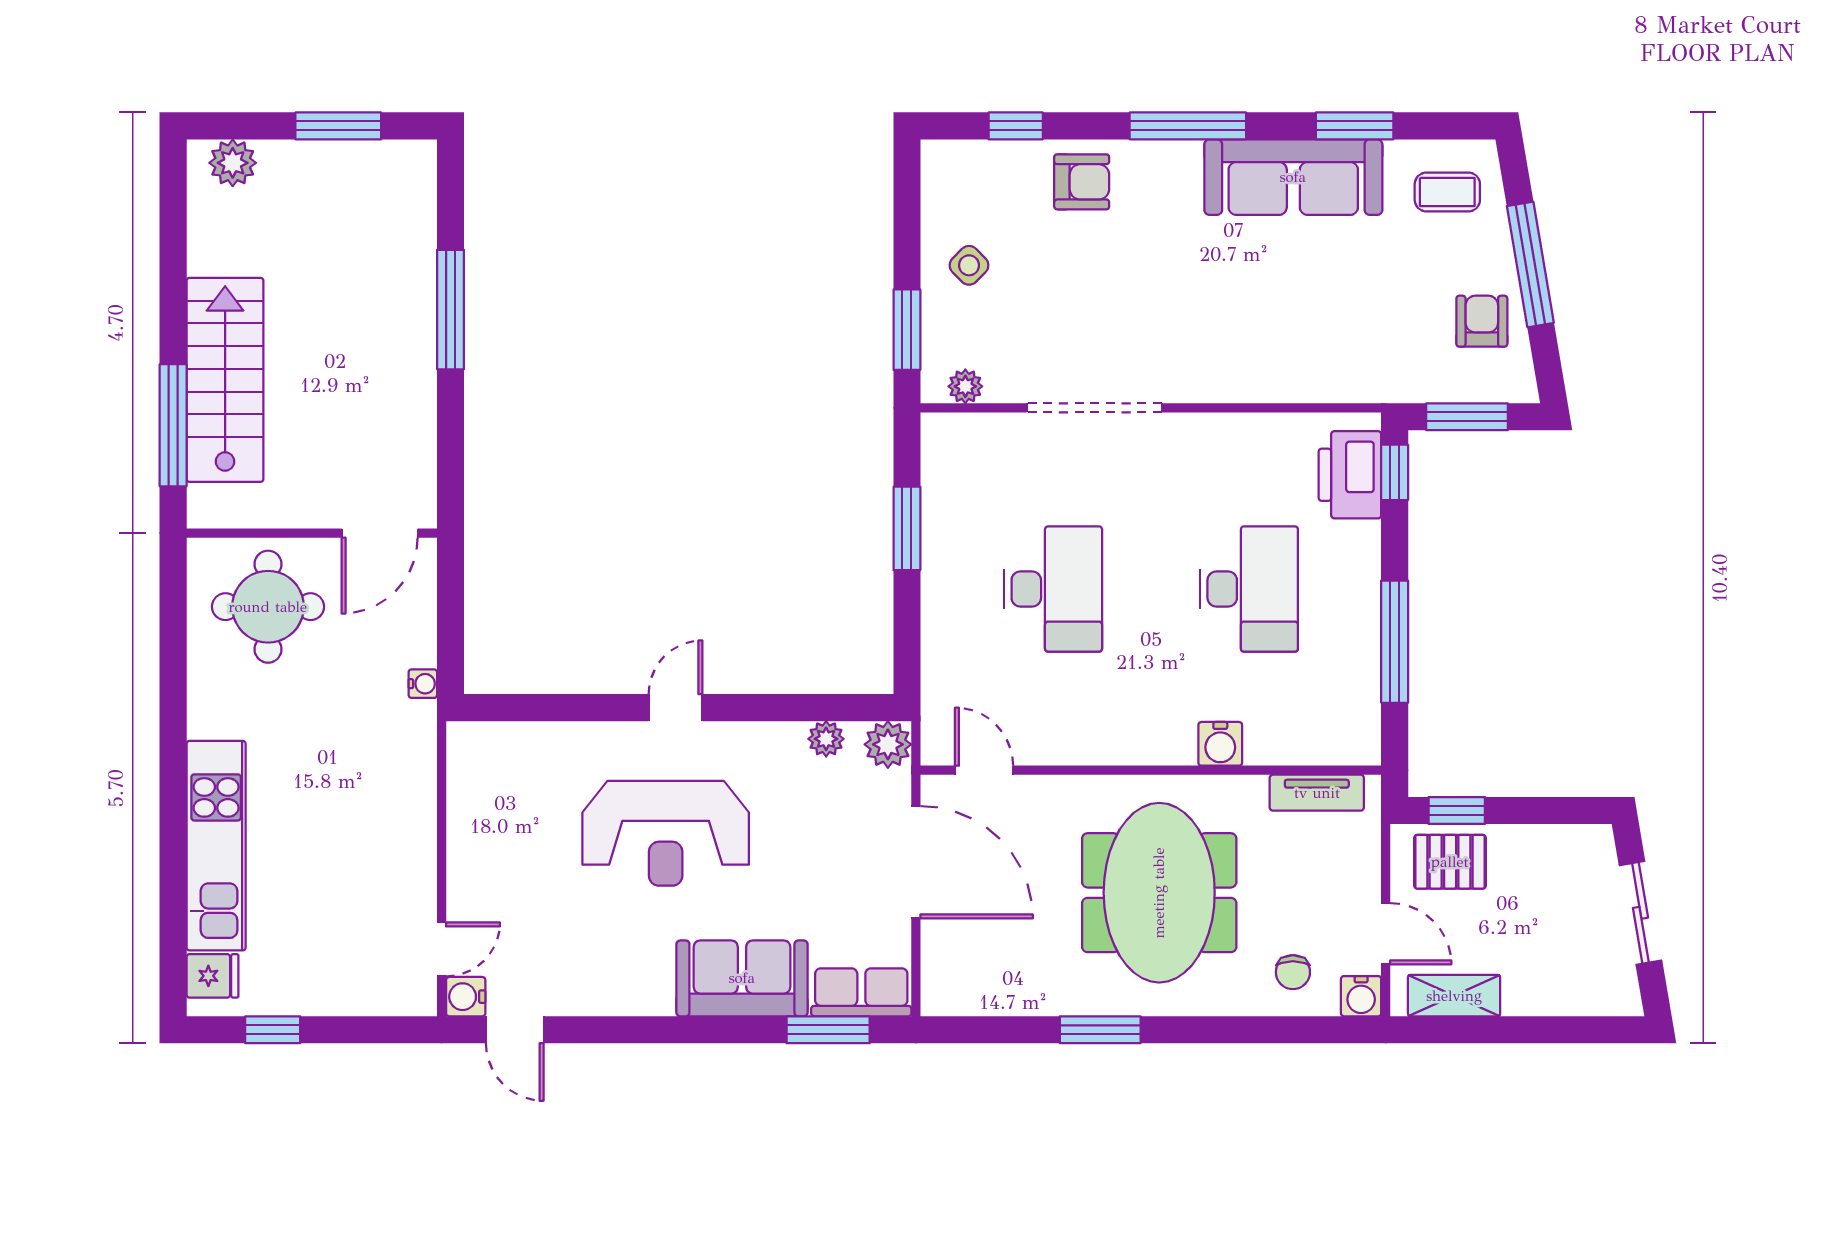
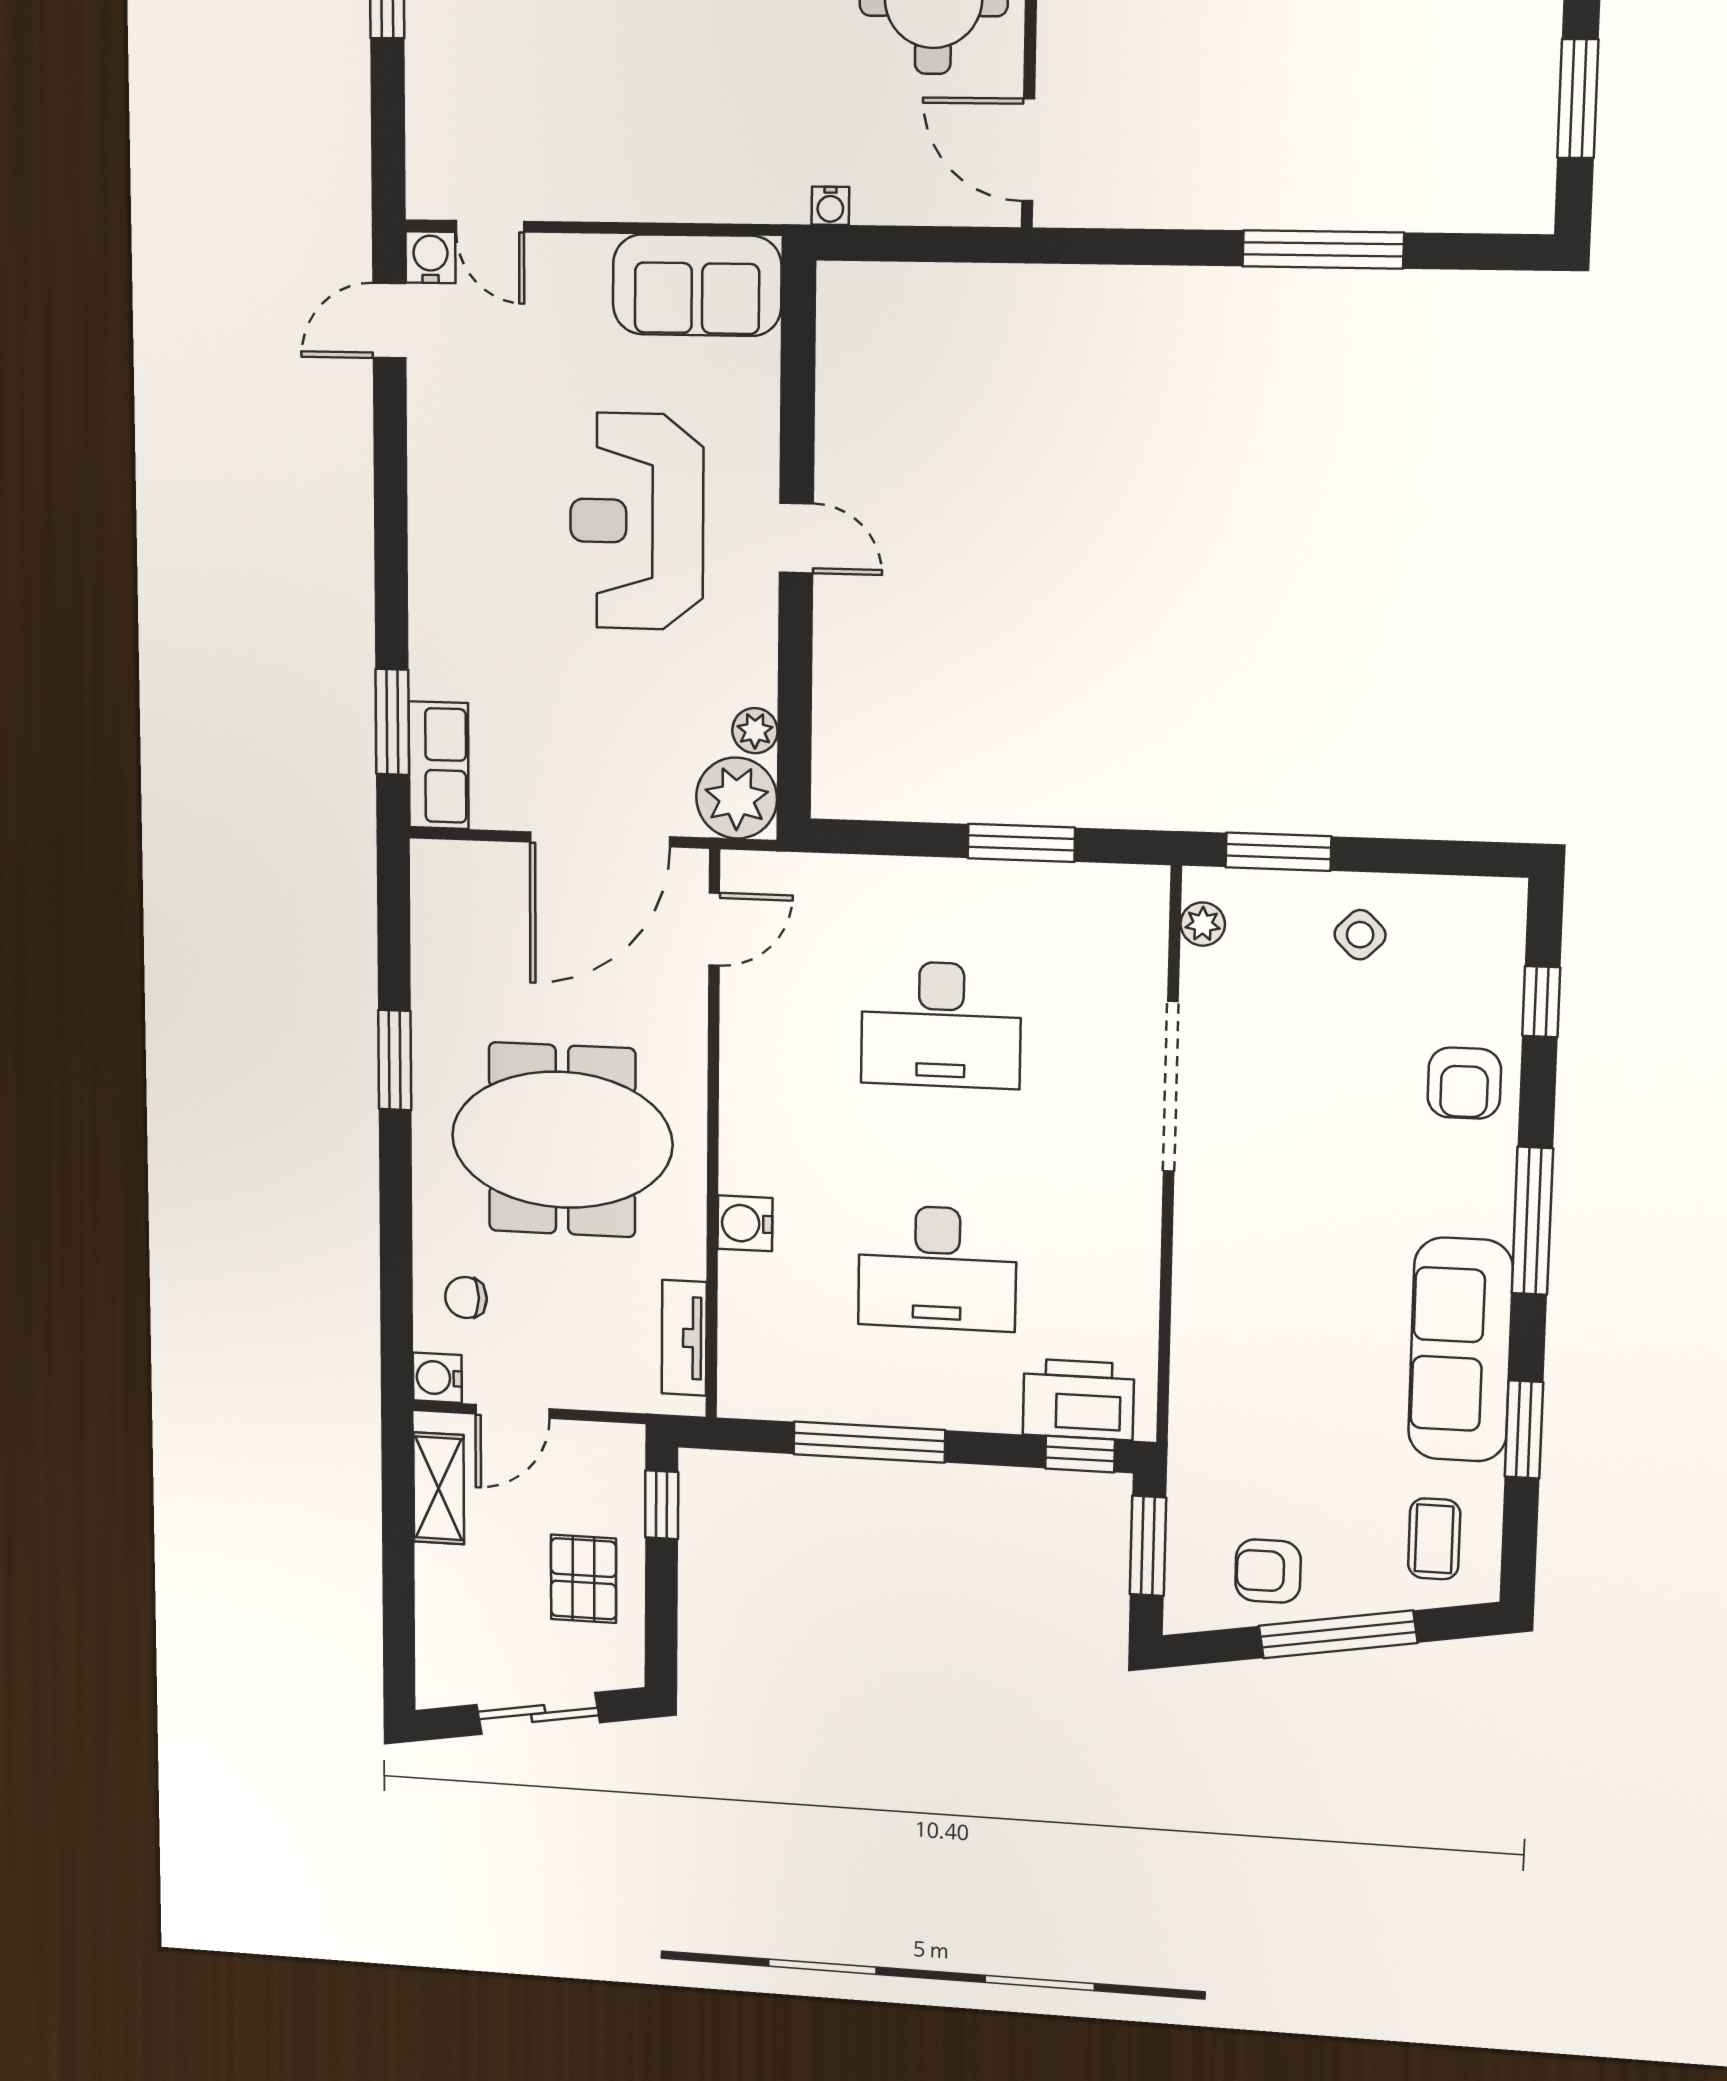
armchair: (1482, 321) -> (1268, 1571), turned 180
plant: (888, 744) -> (737, 798), width x1.36, depth x1.36
pallet: (1450, 862) -> (584, 1579), moved
sofa: (742, 978) -> (697, 285), moved, turned 90

